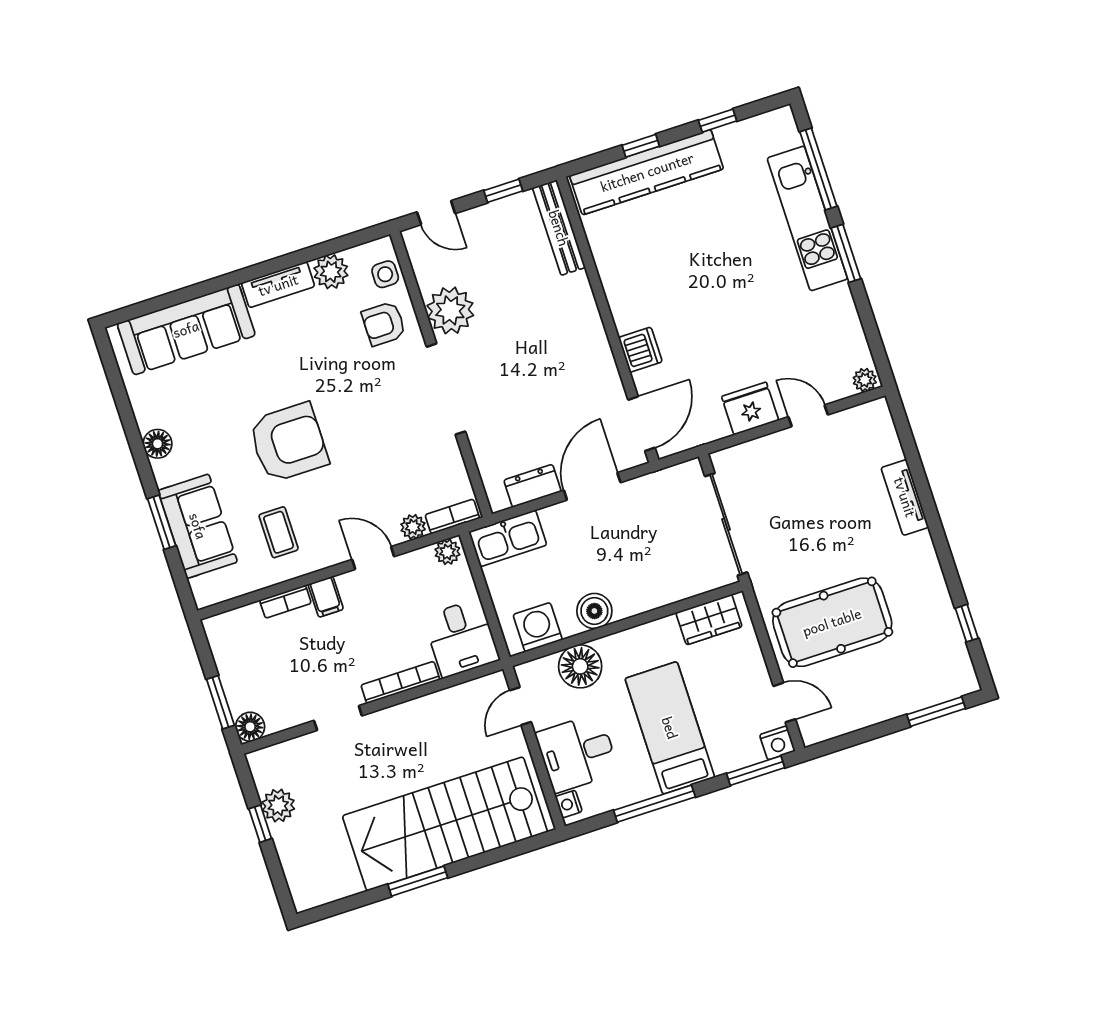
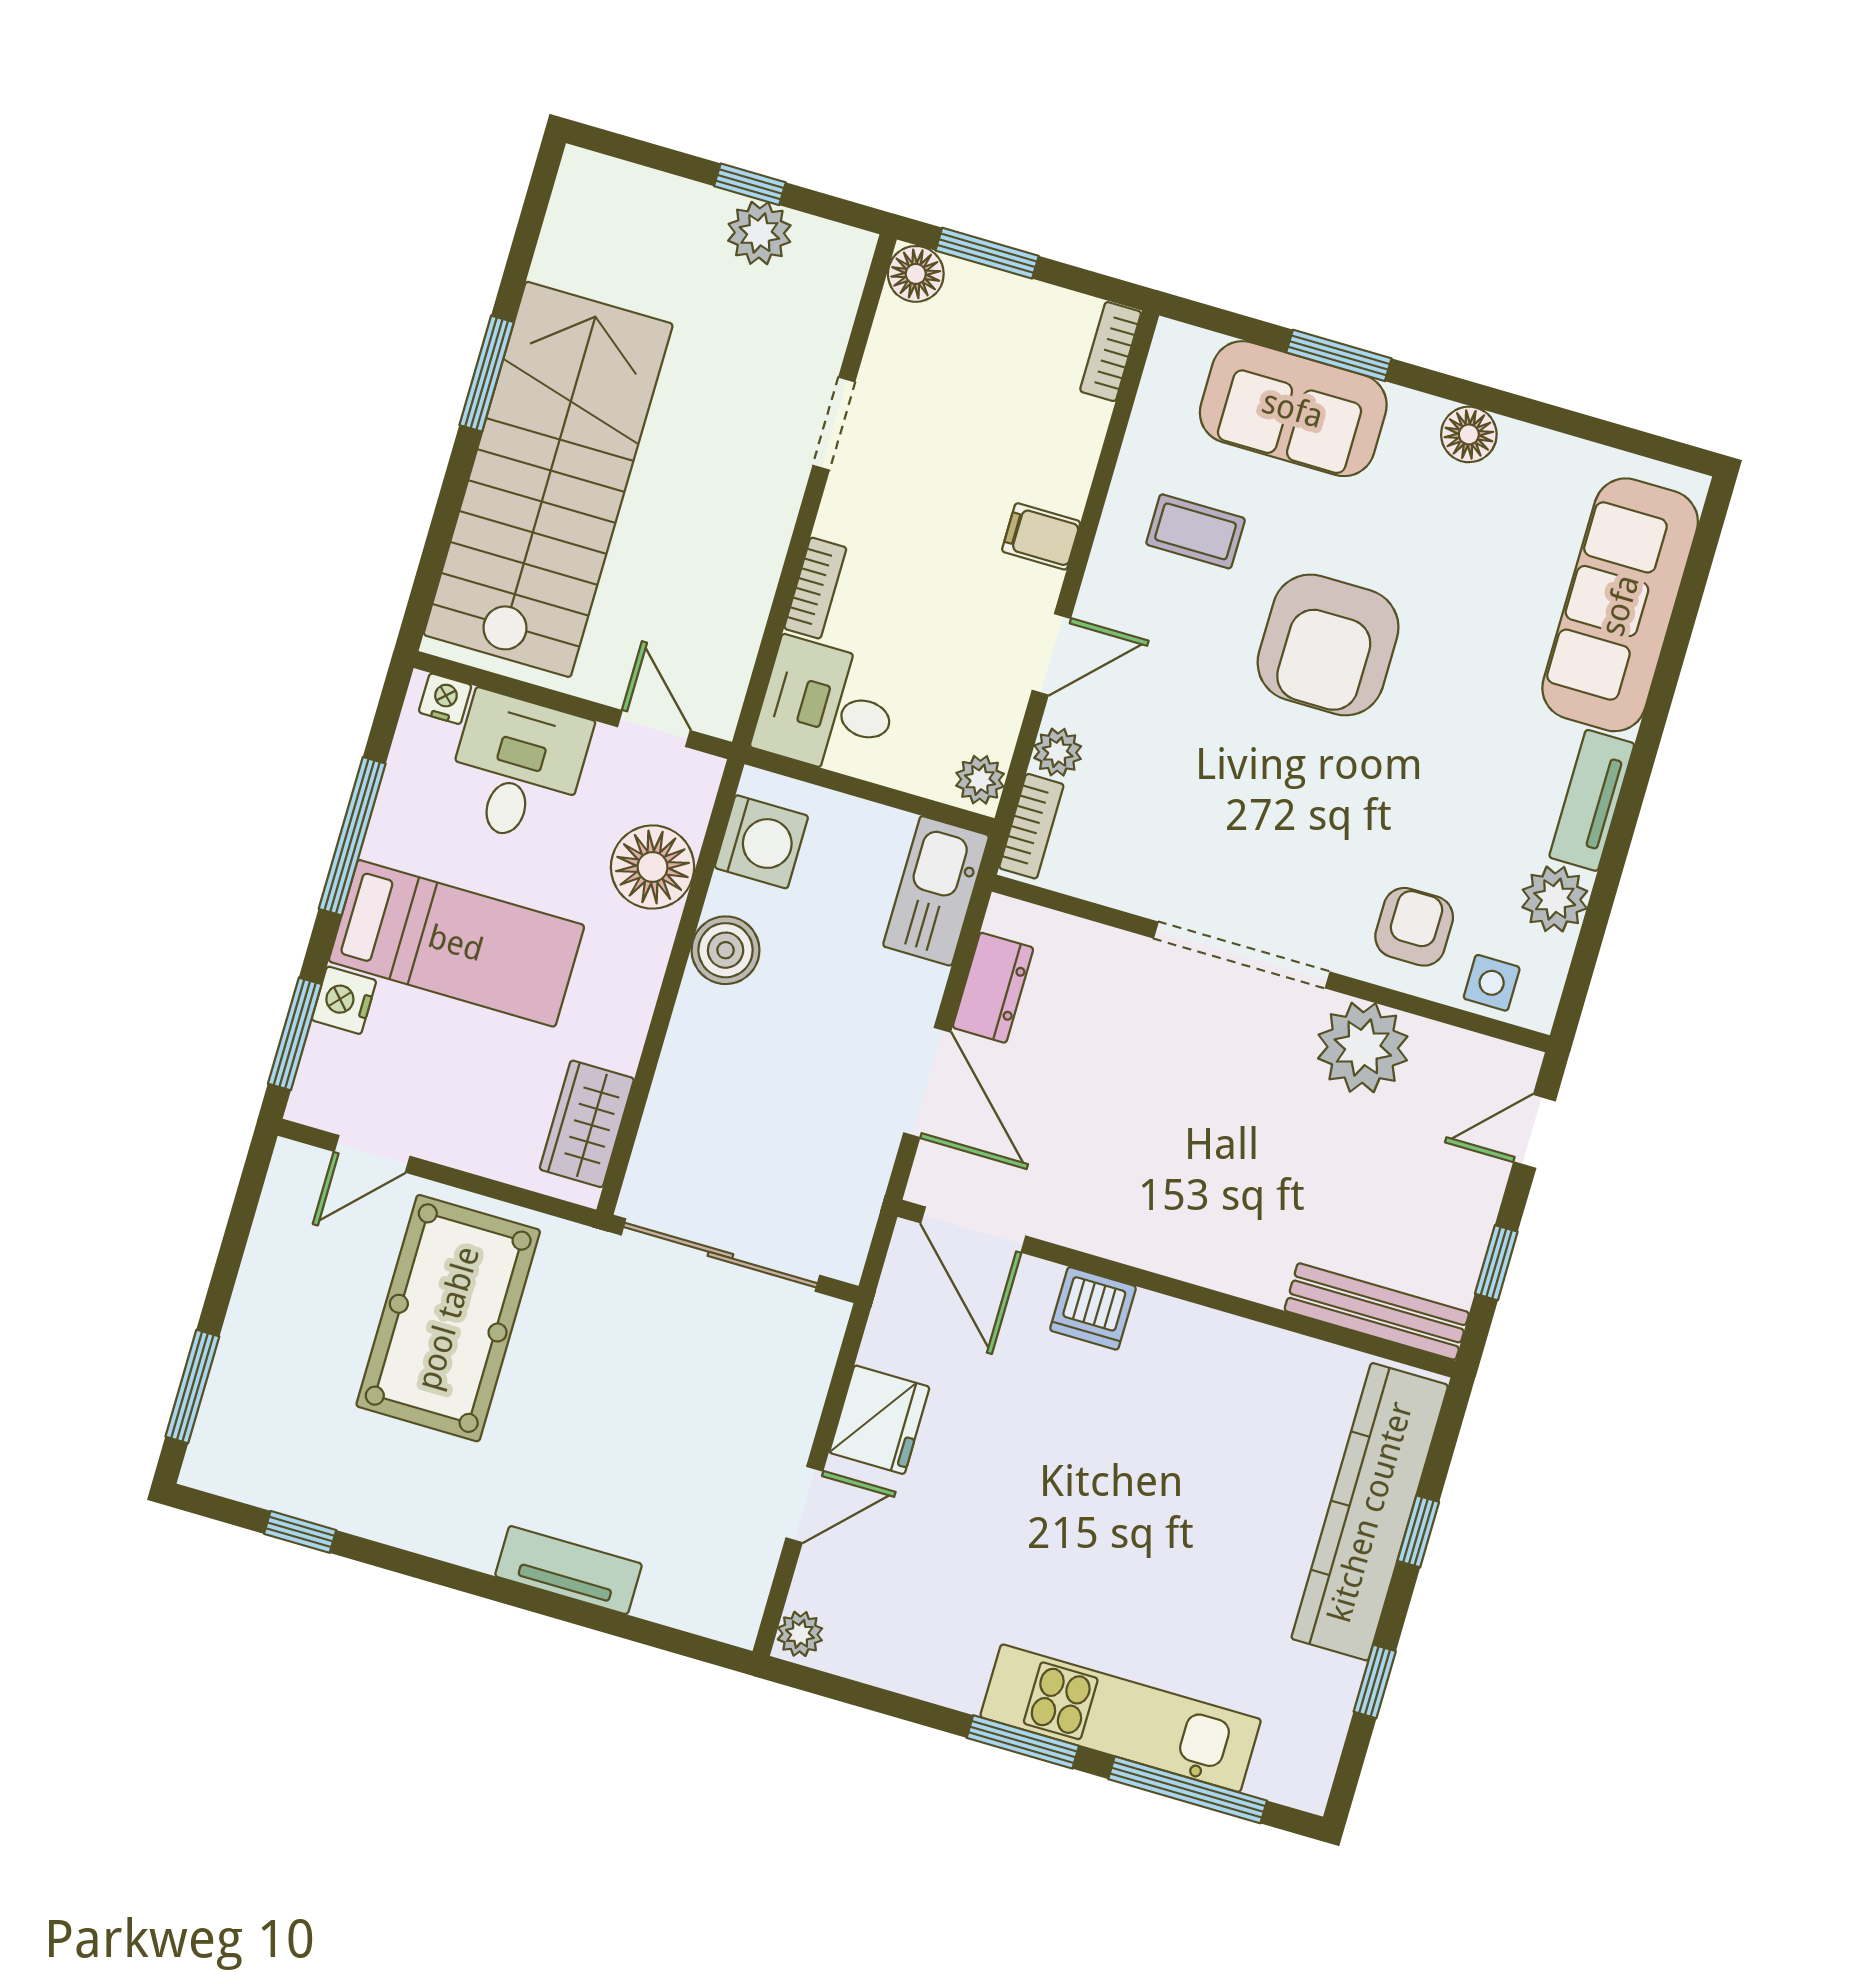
bookcase: (285, 602) -> (1111, 352), moved
bookcase: (400, 682) -> (815, 588), width x0.64
nightstand: (777, 743) -> (344, 1000), moved

